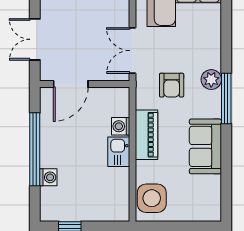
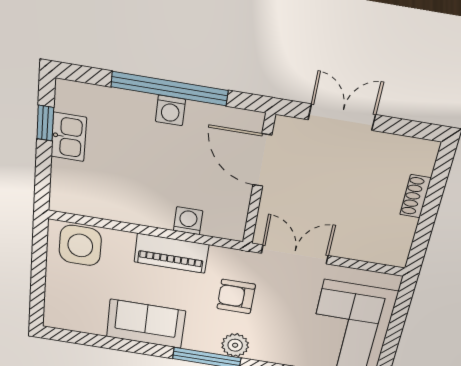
kitchen sink: (119, 152) -> (69, 137), moved, turned 90
washing machine: (48, 177) -> (170, 110), moved

